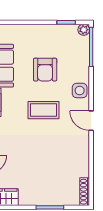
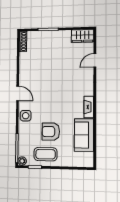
armchair: (45, 70) -> (51, 132), turned -90
coffee table: (44, 110) -> (45, 154), moved

